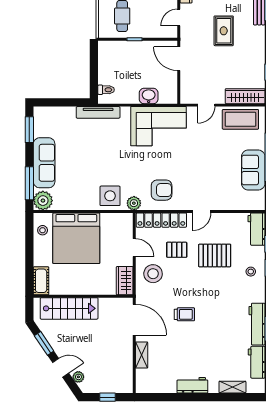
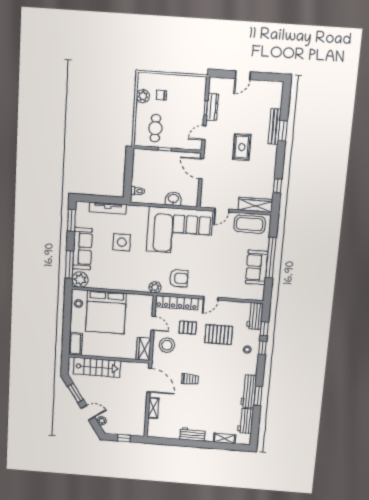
tv unit: (98, 112) -> (108, 208), moved
corner sofa: (159, 126) -> (180, 231), width x1.36, depth x1.36
side table: (110, 196) -> (122, 242), moved

